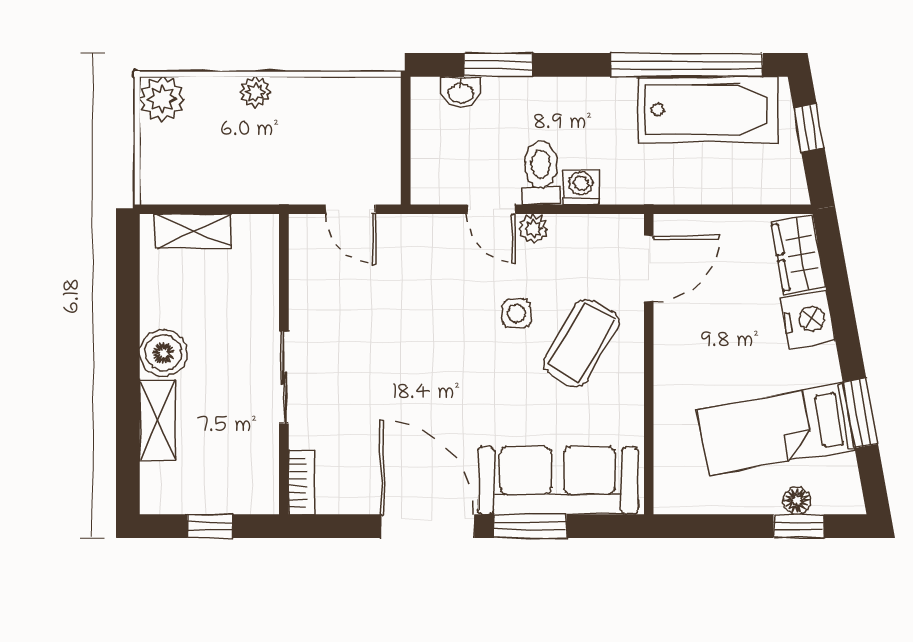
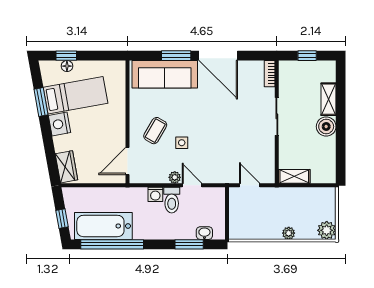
shelving: (194, 231) -> (294, 176), moved
nightstand: (808, 319) -> (59, 124), moved
coffee table: (581, 343) -> (155, 131), width x0.73, depth x0.77

